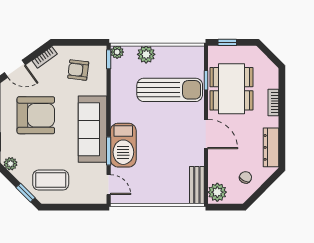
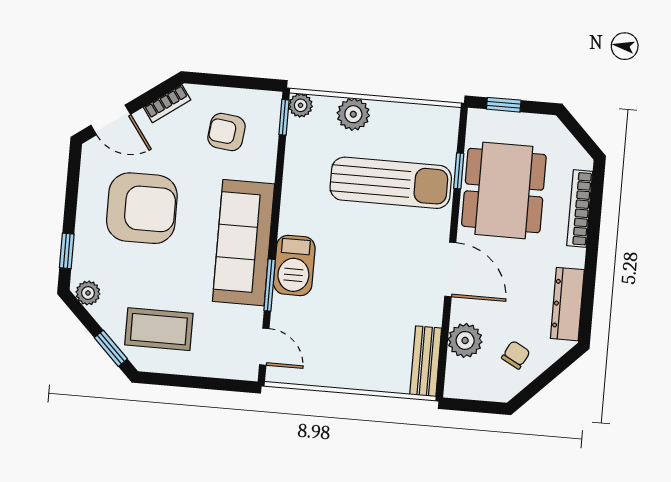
bookcase: (273, 103) -> (580, 209), width x1.56
barbecue: (123, 145) -> (294, 265), width x0.73, depth x0.83
plant: (217, 192) -> (465, 340), moved

